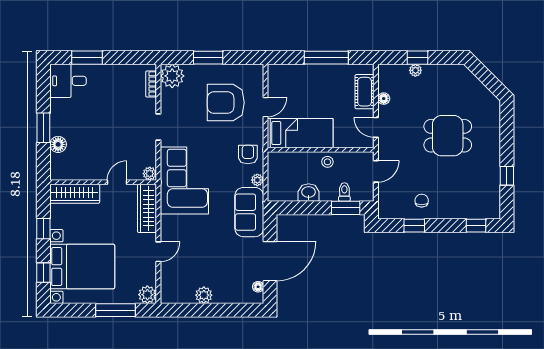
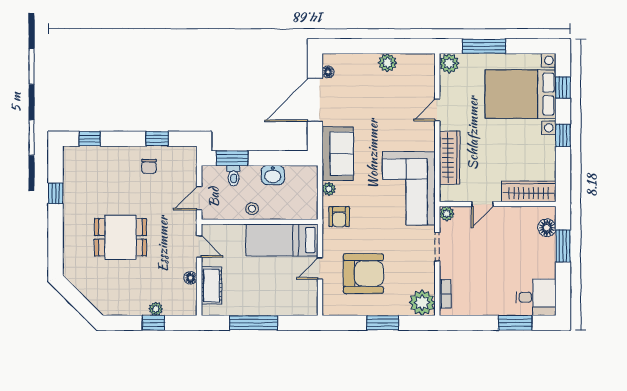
plant: (150, 174) -> (447, 214), moved
wall: (103, 182) -> (498, 204), moved
door: (117, 182) -> (482, 204), moved
wardrobe: (75, 194) -> (529, 191), moved

